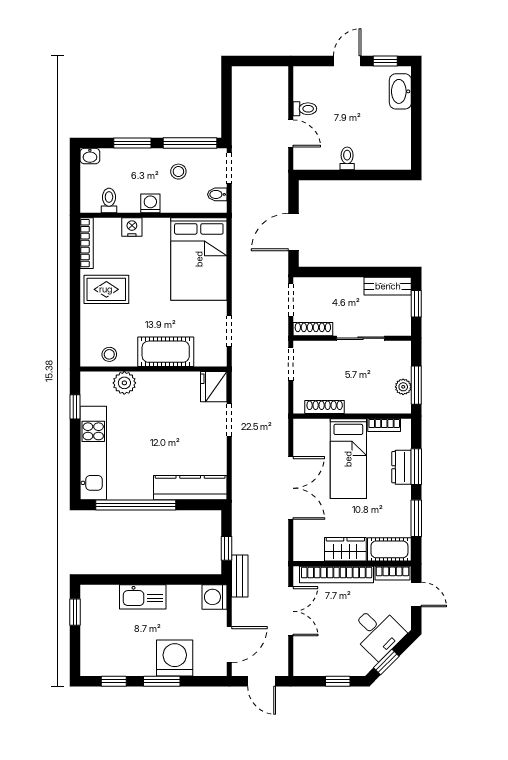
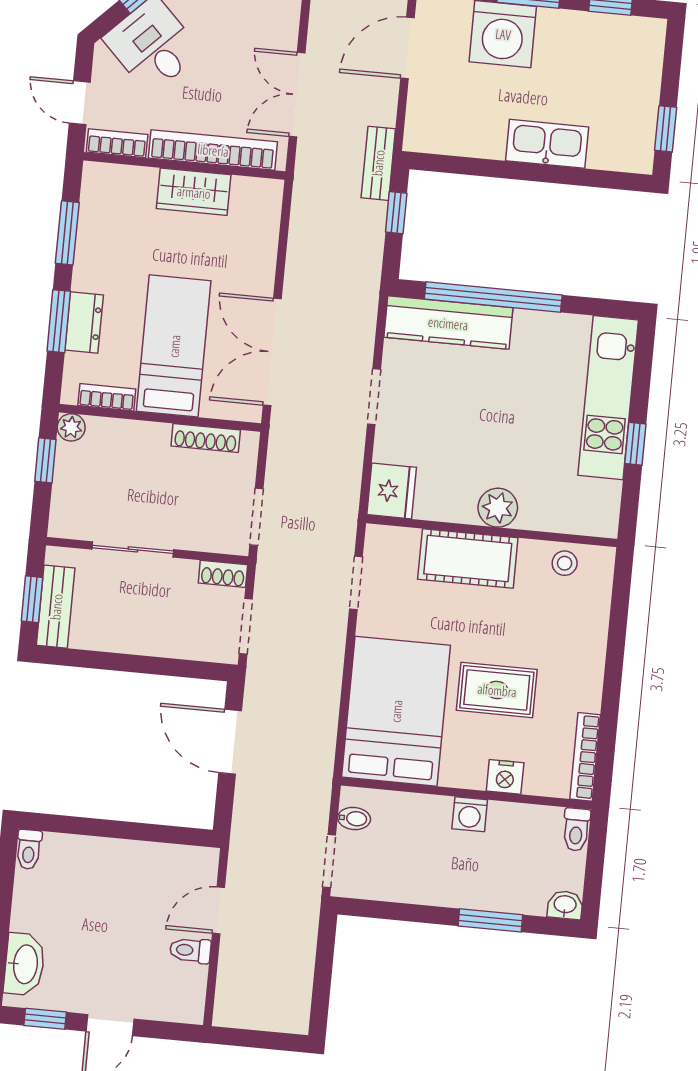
door: (291, 133) -> (218, 910), hinge flipped
window: (190, 143) -> (392, 911), removed
toilet: (347, 158) -> (29, 849), moved
stool: (178, 172) -> (416, 864), removed
toilet: (109, 200) -> (576, 830), moved
door: (293, 232) -> (230, 742), swing flipped
bench: (388, 286) -> (56, 607), moved, turned 90
rug: (106, 289) -> (497, 690), moved
shoe rack: (313, 329) -> (223, 574), width x0.70
plant: (124, 383) -> (498, 508), moved
window: (416, 385) -> (45, 460), width x0.67
plant: (403, 387) -> (71, 427), moved
window: (75, 407) -> (635, 444), moved
doorway: (229, 420) -> (374, 397), moved
double door: (291, 488) -> (272, 352), moved
window: (136, 505) -> (493, 297), moved
cot: (389, 549) -> (118, 184), removed
washing machine: (214, 597) -> (425, 132), removed

